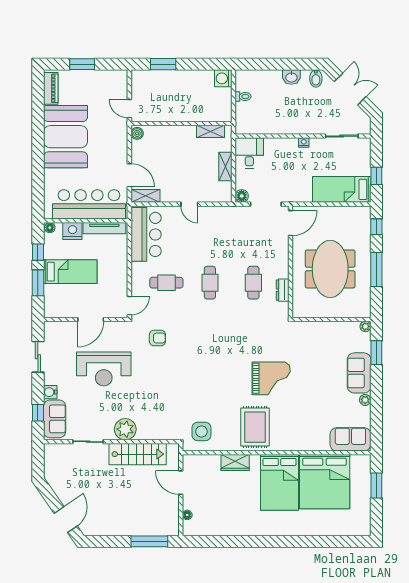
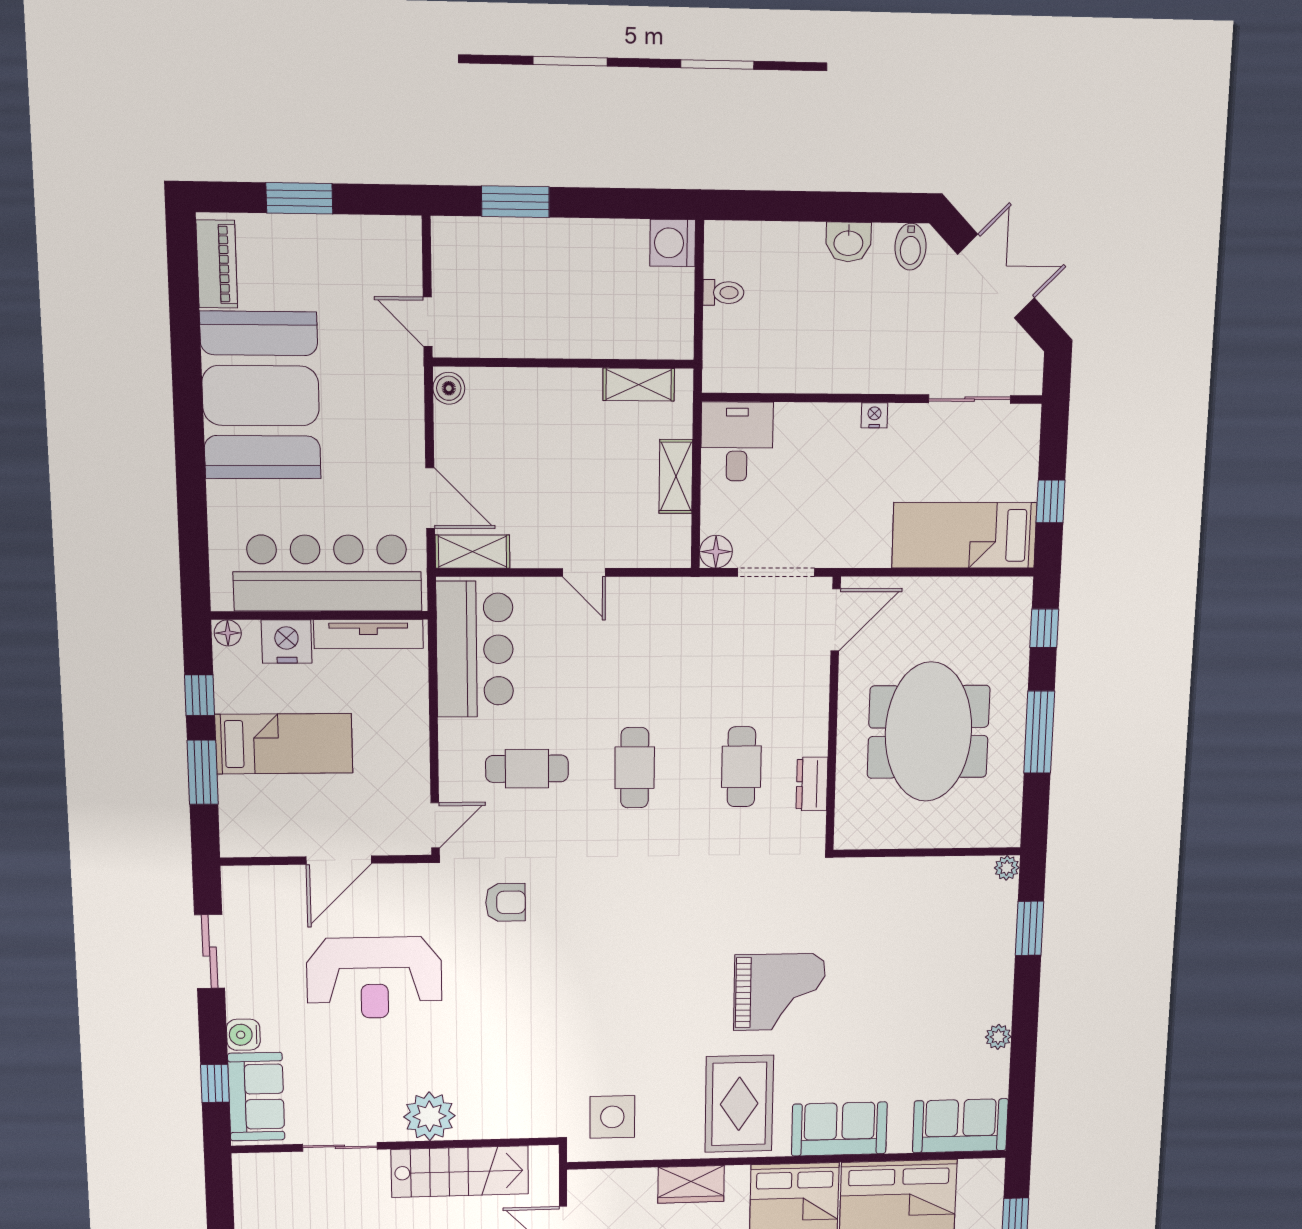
sofa: (359, 373) -> (839, 1129), moved, turned 90

